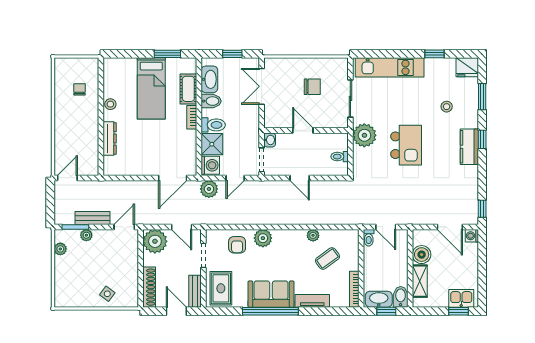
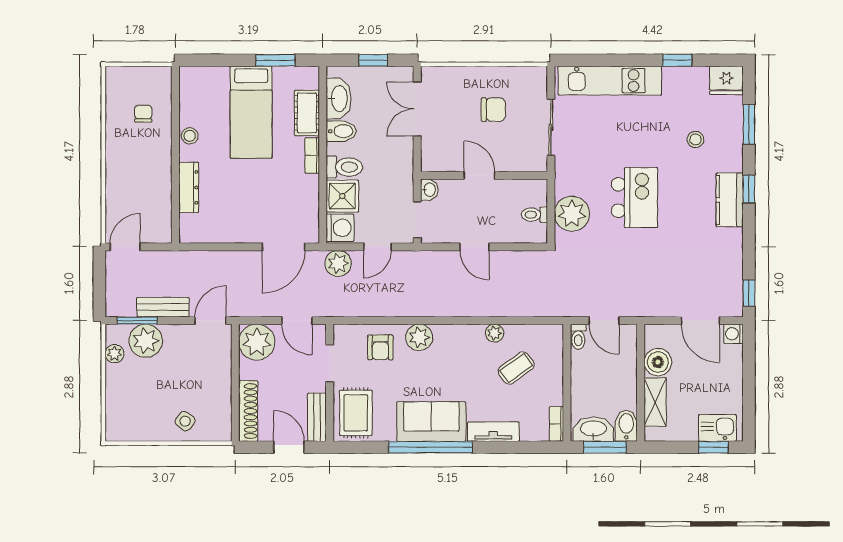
plant: (364, 135) -> (572, 214), moved
plant: (86, 235) -> (146, 341), width x1.88, depth x1.88
bookcase: (354, 289) -> (556, 424), width x0.64
window: (386, 311) -> (605, 447), width x1.50

